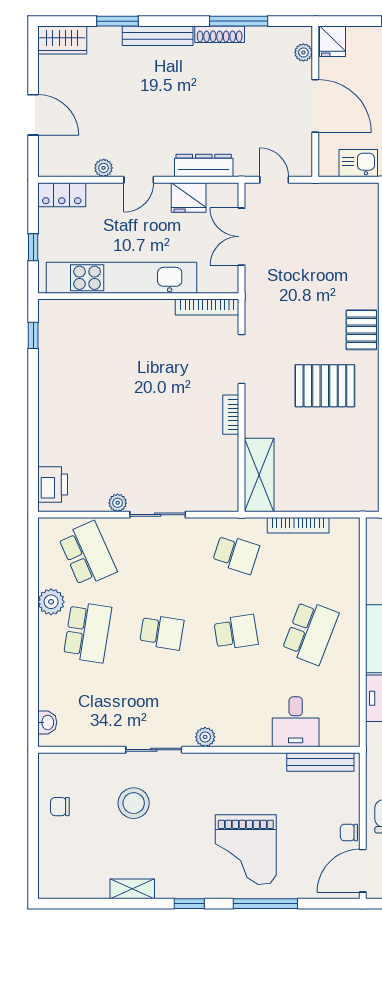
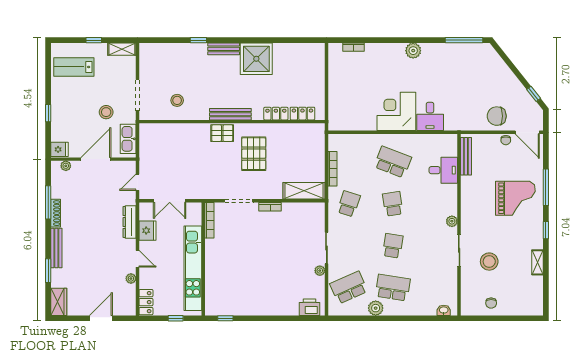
kitchen sink: (358, 163) -> (128, 139), width x1.38

